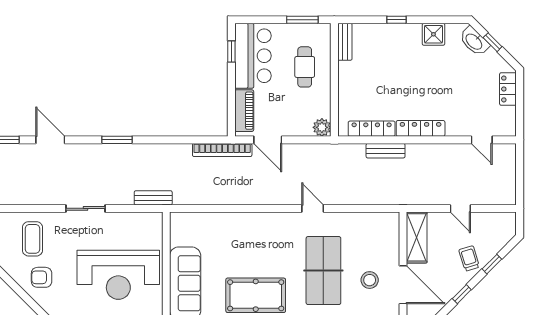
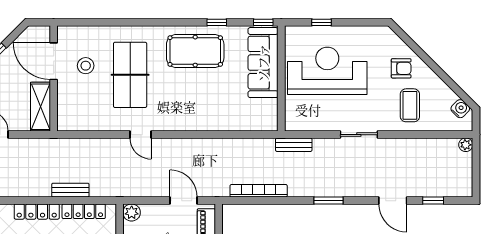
bookcase: (222, 150) -> (259, 191), moved

